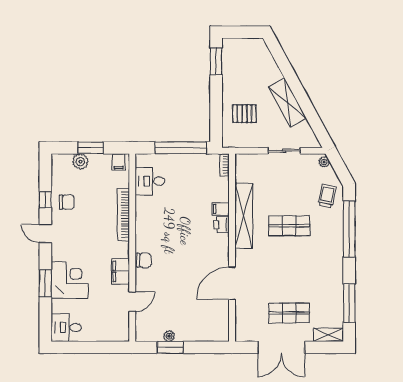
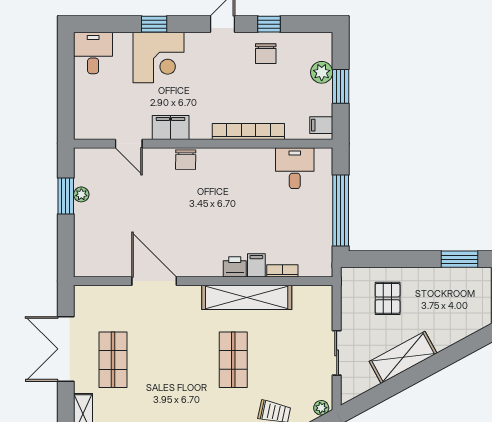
bookcase: (225, 165) -> (282, 271), moved
window: (45, 283) -> (154, 24), width x0.67

